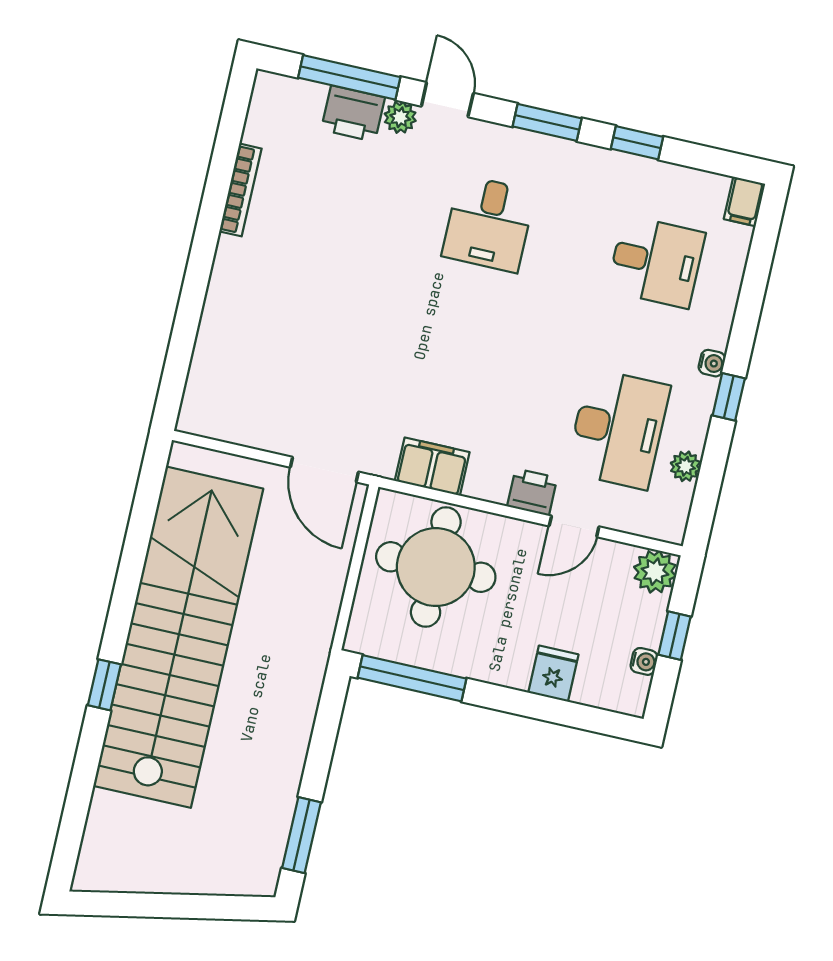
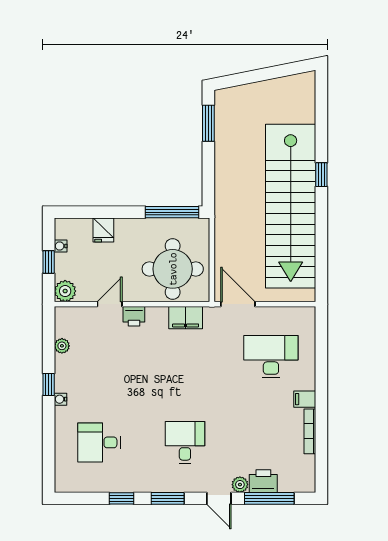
filing cabinet: (744, 201) -> (305, 399), moved, turned -90
desk: (618, 429) -> (271, 357), moved, turned 90

